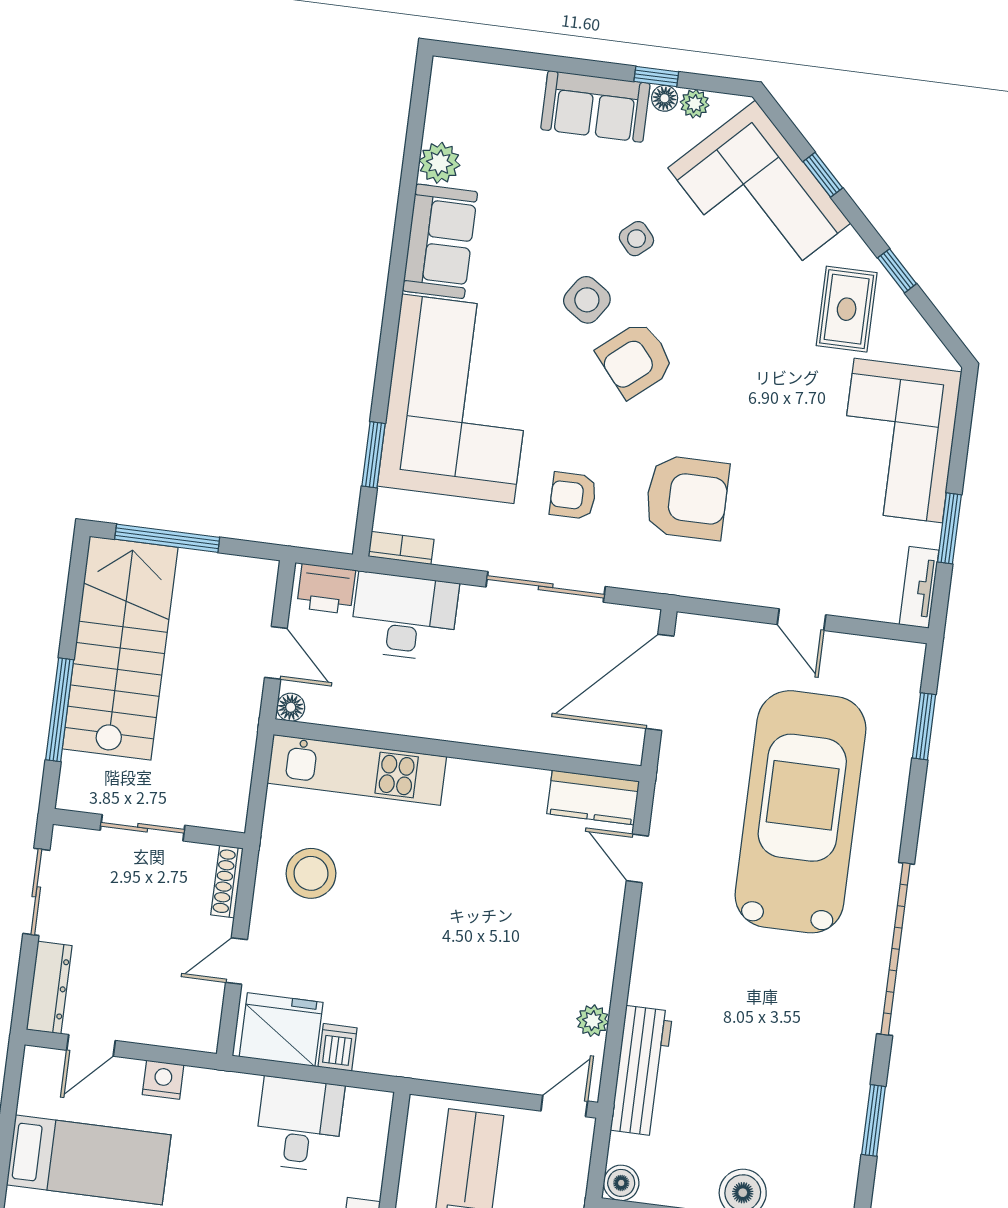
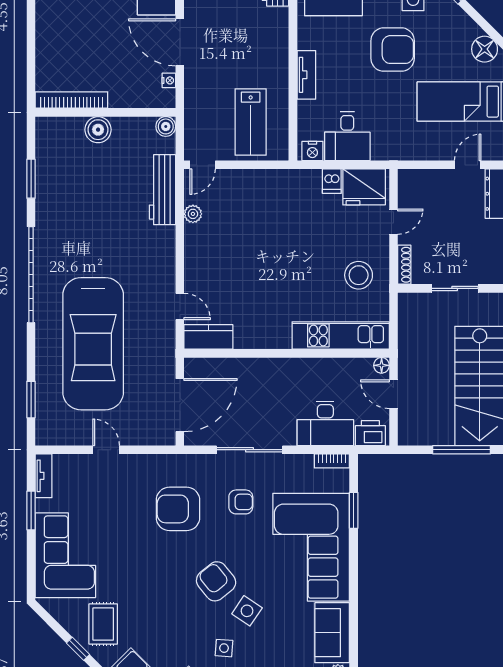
side table: (636, 239) -> (224, 648), turned 45
armchair: (635, 360) -> (216, 581), turned -89
nightstand: (163, 1080) -> (312, 151), moved

